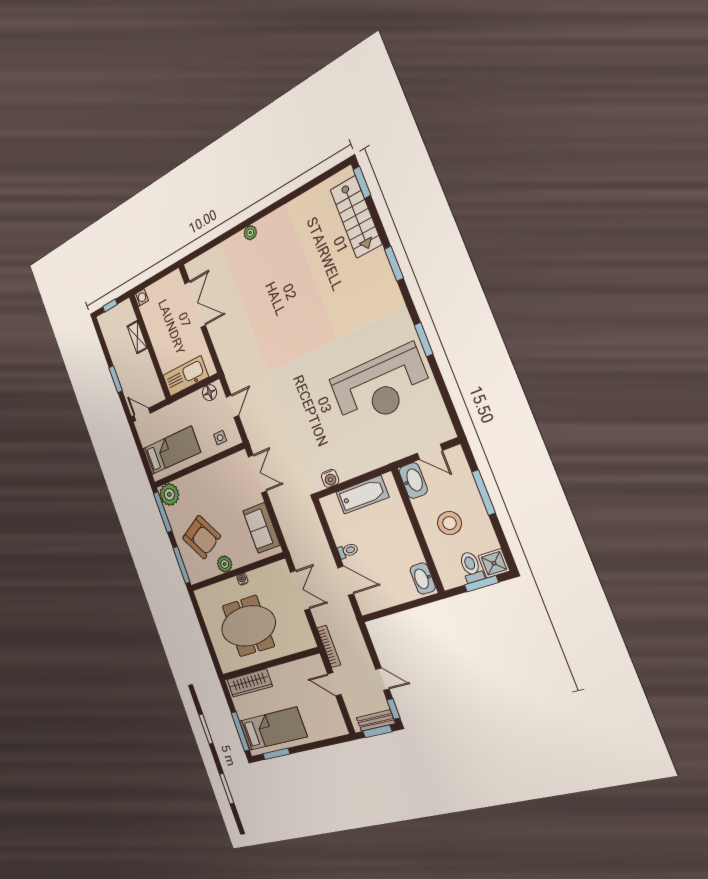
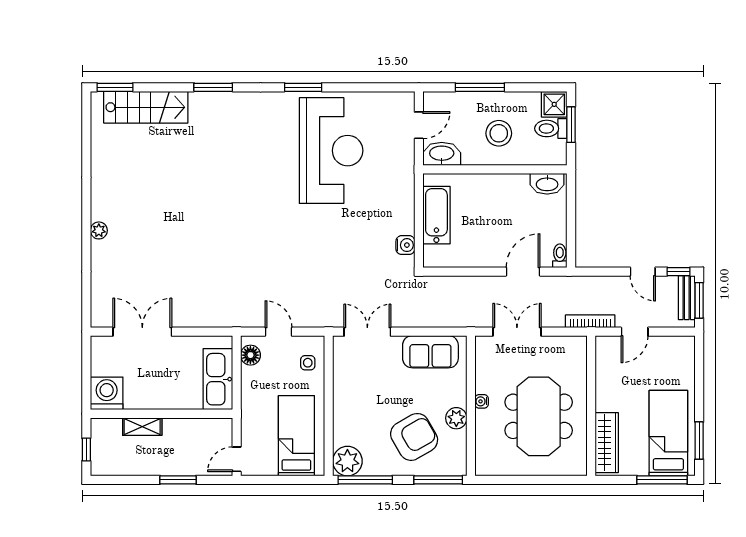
washing machine: (141, 298) -> (107, 393), width x1.89, depth x1.89
toilet: (348, 551) -> (560, 256), moved
door: (382, 679) -> (643, 272), swing flipped

